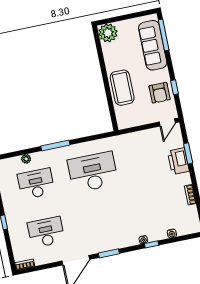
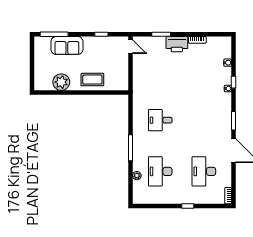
plant: (108, 33) -> (61, 82), moved
sofa: (153, 45) -> (67, 46), width x0.73
coffee table: (122, 88) -> (92, 80), width x0.73, depth x0.76
armchair: (160, 93) -> (103, 48), removed
printer: (178, 161) -> (177, 44), moved
desk: (93, 172) -> (160, 120), width x0.53, depth x0.77

